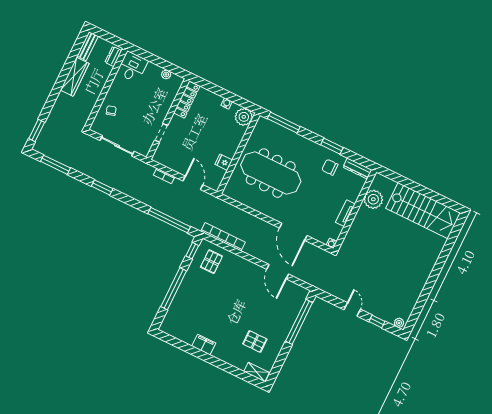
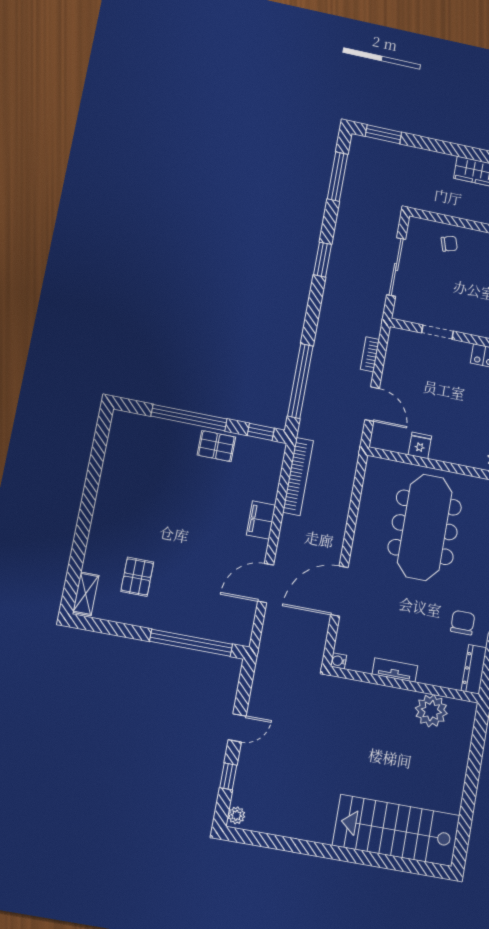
door: (193, 183) -> (372, 404), hinge flipped
stairs: (423, 211) -> (396, 830), moved, turned 90
pallet: (211, 262) -> (216, 446), moved
filing cabinet: (204, 345) -> (261, 520), moved, turned 180

